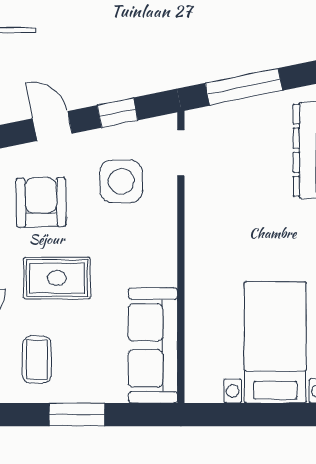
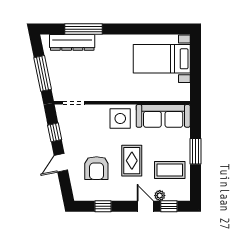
side table: (121, 181) -> (120, 118), moved
armchair: (41, 202) -> (96, 168), turned -89
coffee table: (37, 359) -> (170, 170), width x1.36, depth x1.30

